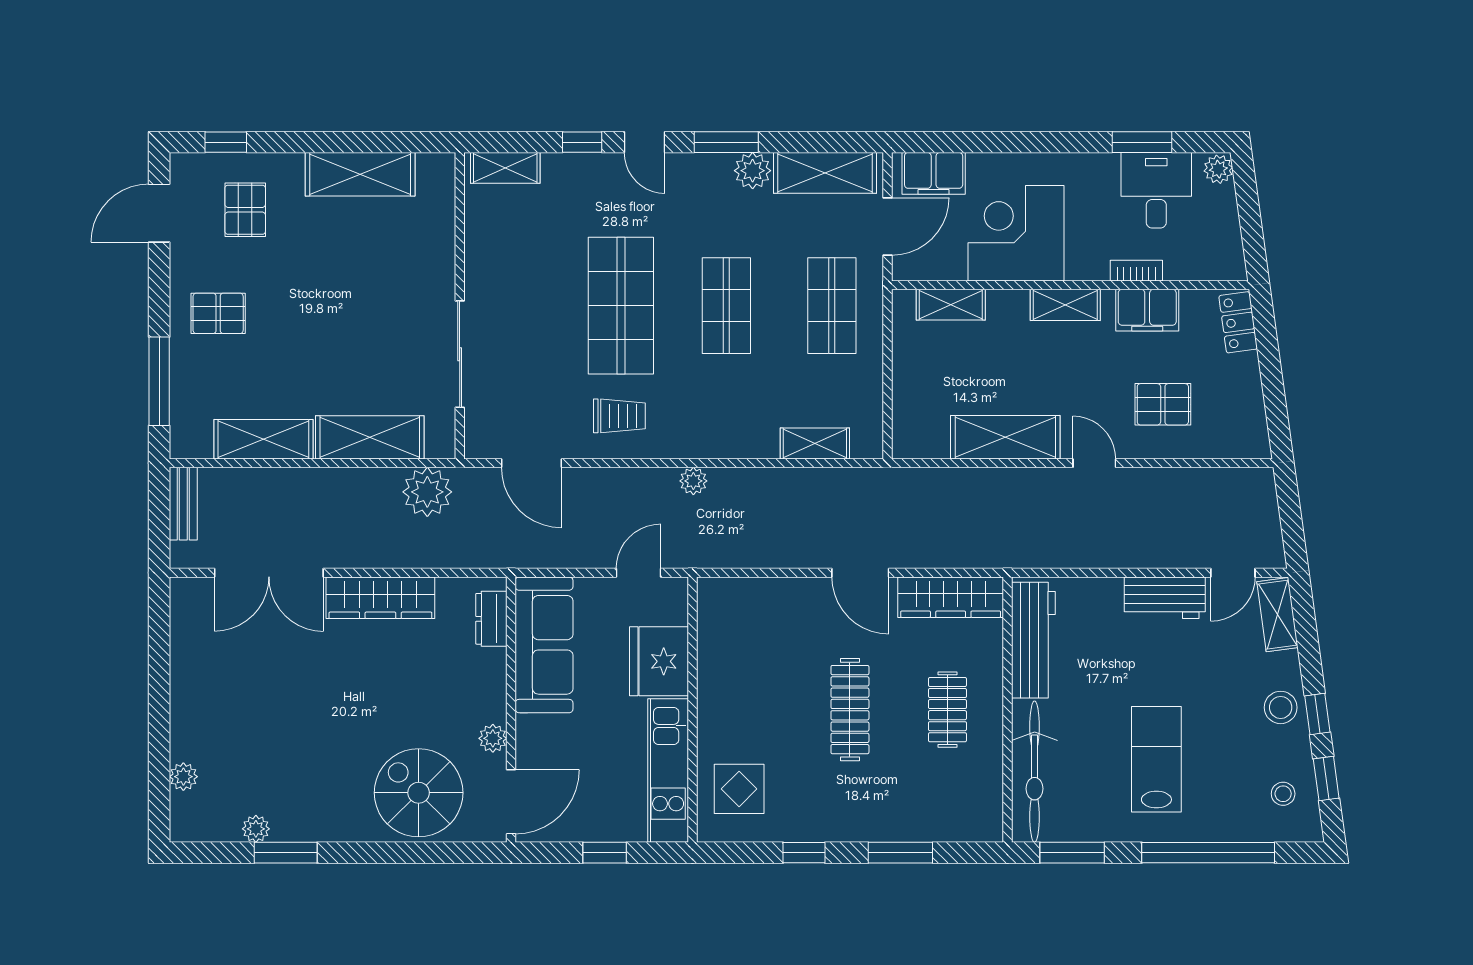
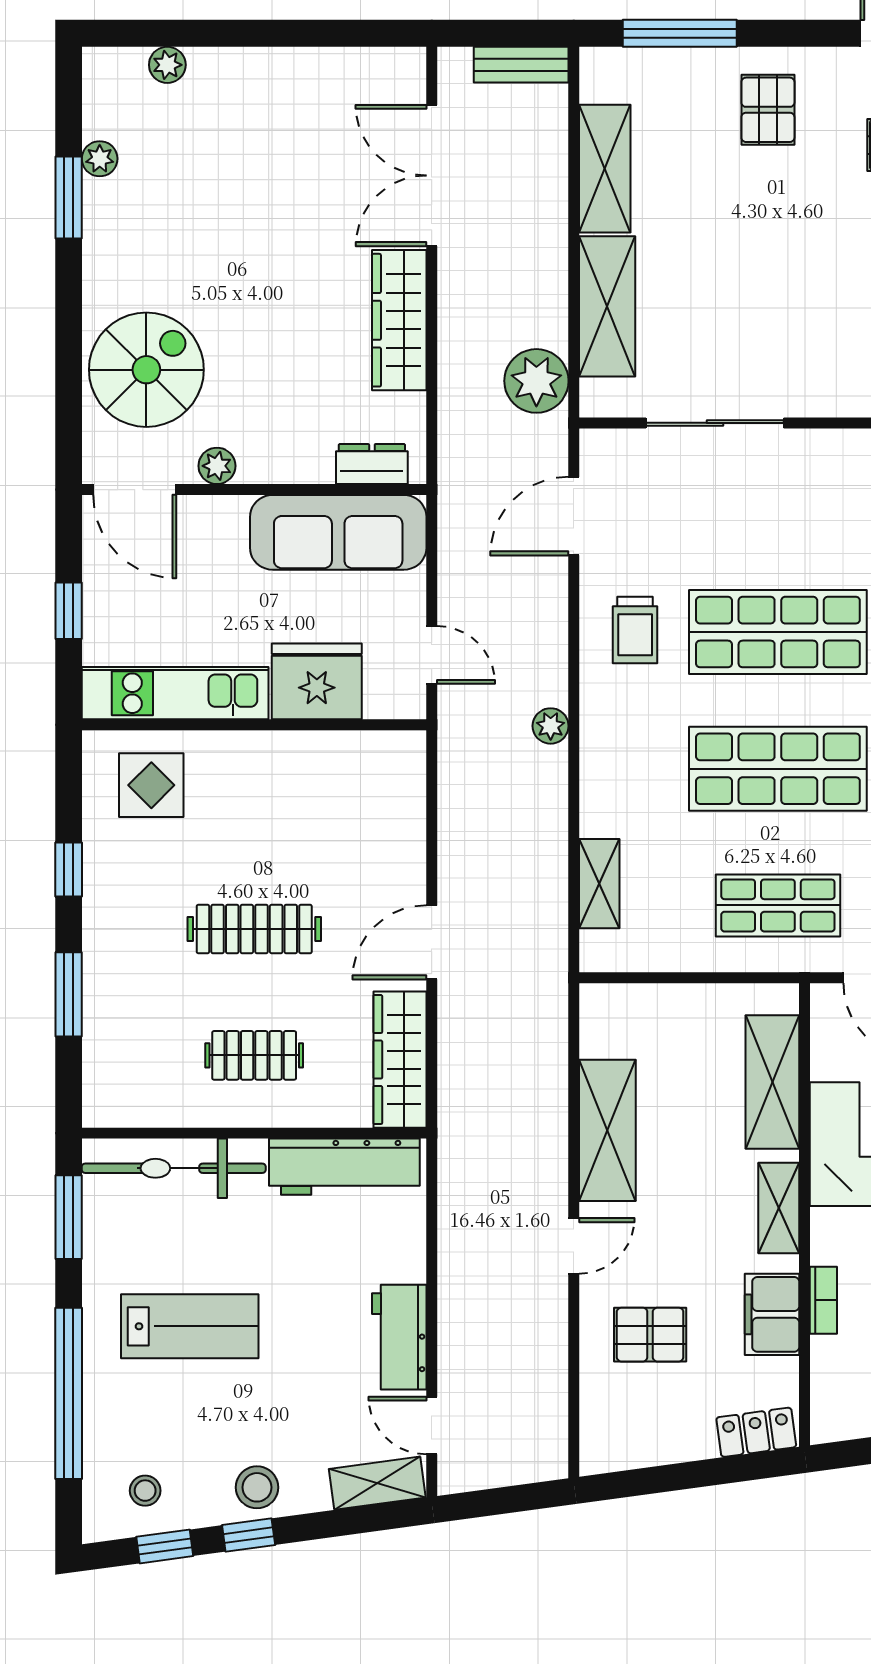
shelving: (951, 305) -> (772, 1082), width x1.50, depth x1.33
shop shelf: (726, 306) -> (778, 769), width x1.43, depth x1.36
pallet: (1163, 404) -> (650, 1335), turned 90

